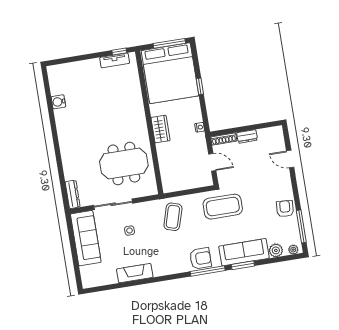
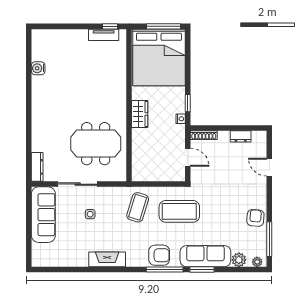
window: (200, 86) -> (188, 103), moved
dresser: (247, 136) -> (241, 136), moved
coffee table: (223, 207) -> (179, 211), moved
fireplace: (135, 273) -> (107, 259), moved

